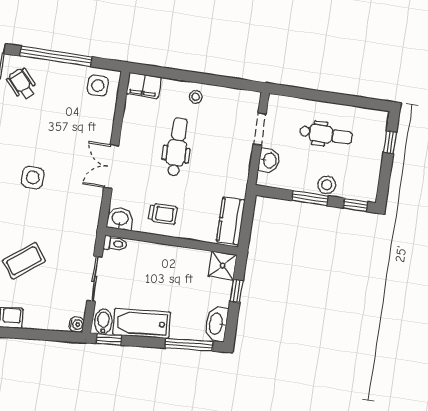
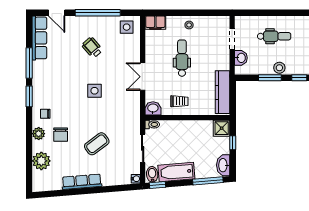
wheelchair: (22, 84) -> (92, 48), moved
kitchen counter: (231, 221) -> (223, 92), width x1.50

